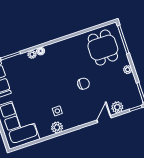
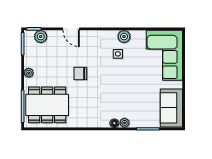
dining table: (103, 48) -> (47, 105), width x1.38
plant: (117, 107) -> (41, 37), moved
door: (104, 119) -> (71, 29), hinge flipped

